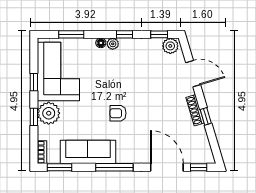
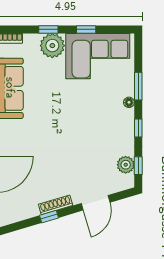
window: (71, 34) -> (138, 86), moved
plant: (113, 44) -> (128, 115), removed
plant: (170, 46) -> (126, 165), moved
armchair: (118, 113) -> (52, 121), removed

